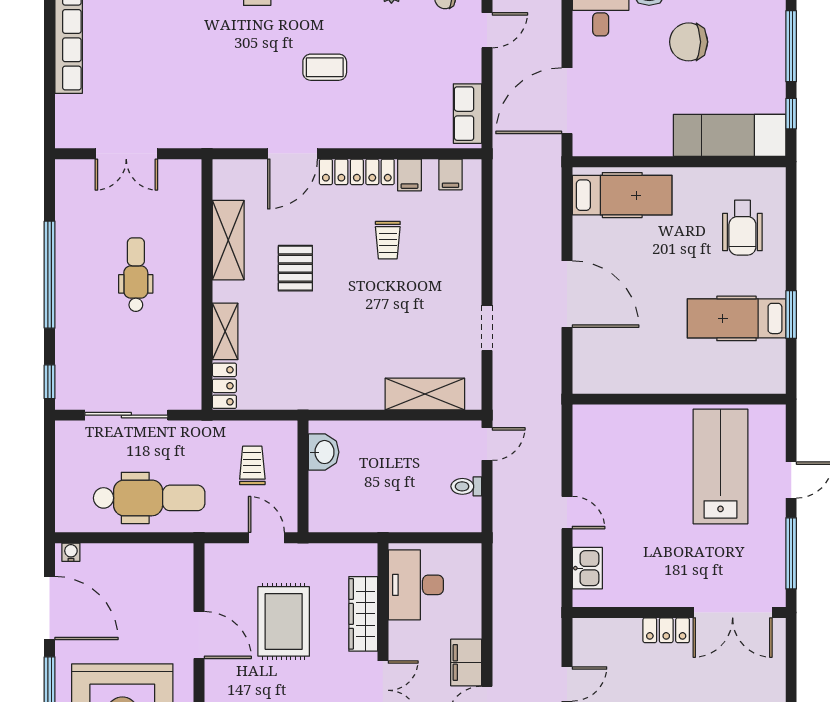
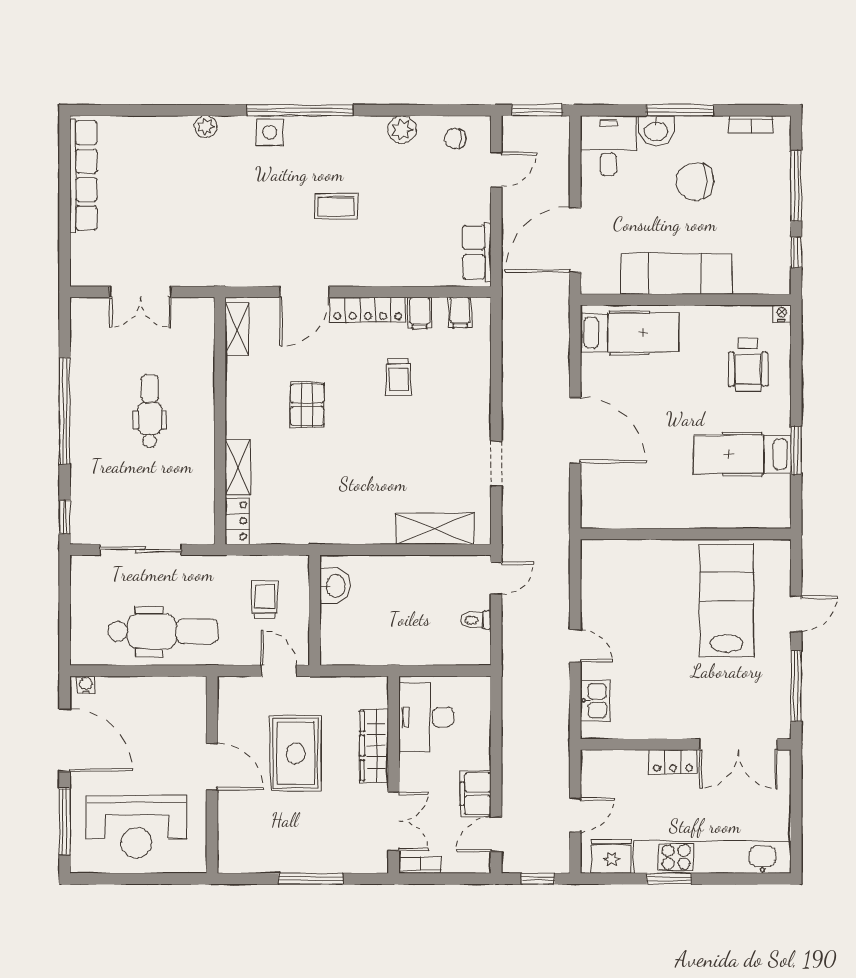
exam couch: (730, 135) -> (676, 274), moved
nightstand: (777, 176) -> (782, 314), added
shelving: (228, 240) -> (237, 329), moved, width x0.67, depth x0.75

